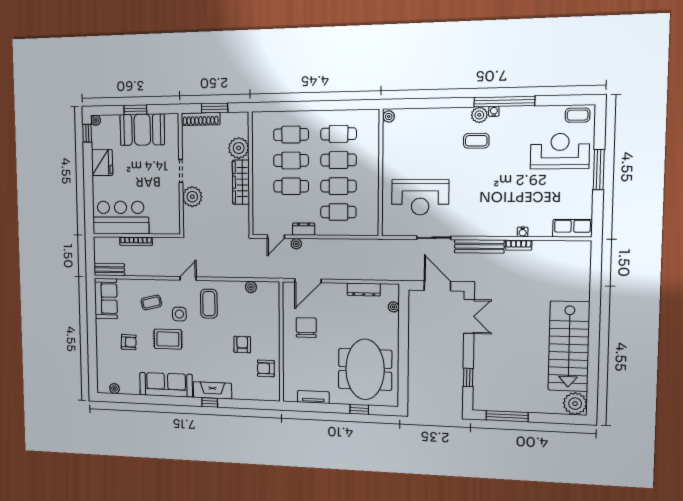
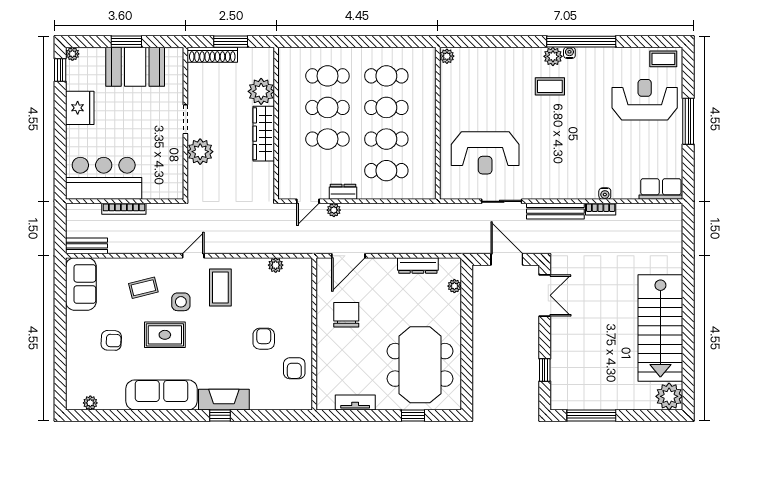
armchair: (266, 368) -> (294, 368), turned -90

